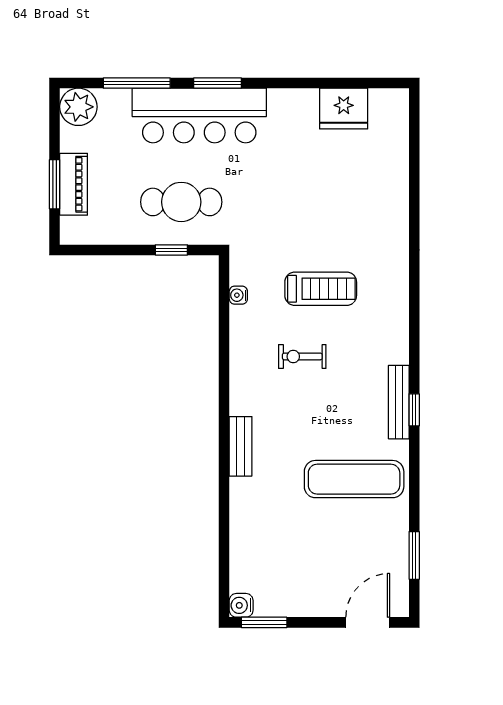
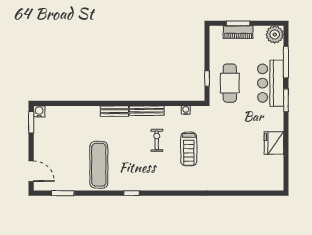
fridge: (344, 109) -> (274, 143), moved
bar counter: (199, 116) -> (271, 83), width x0.73
bench: (399, 402) -> (147, 111), moved

